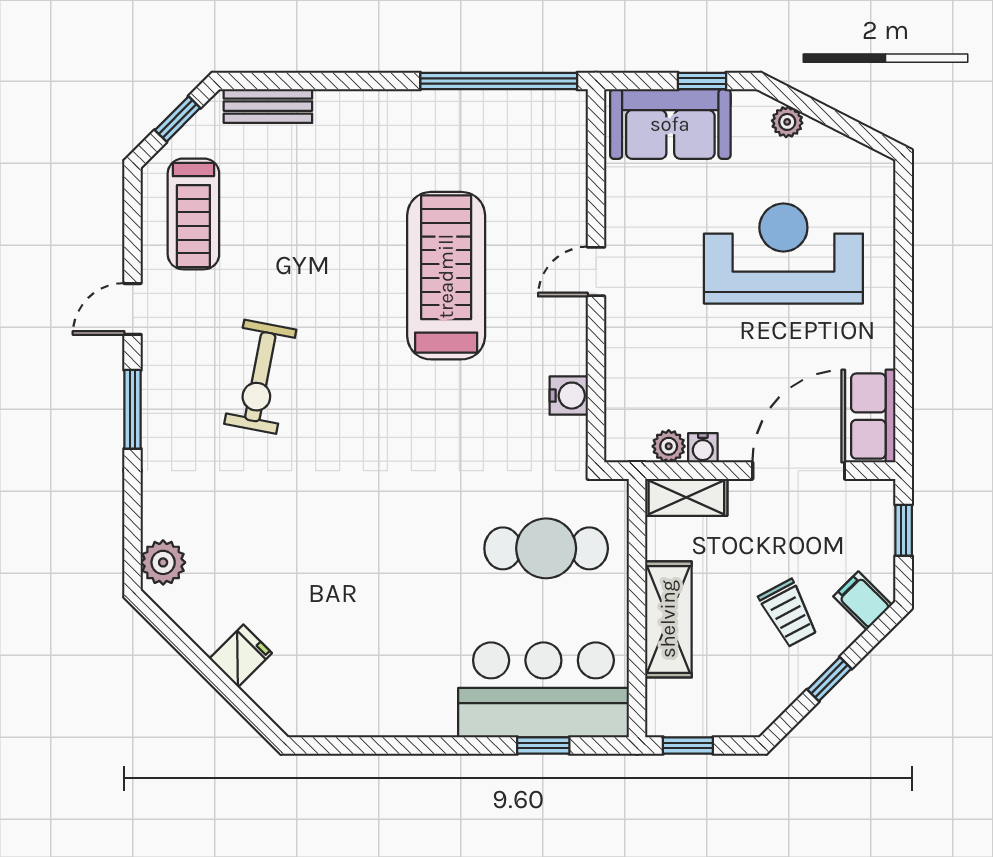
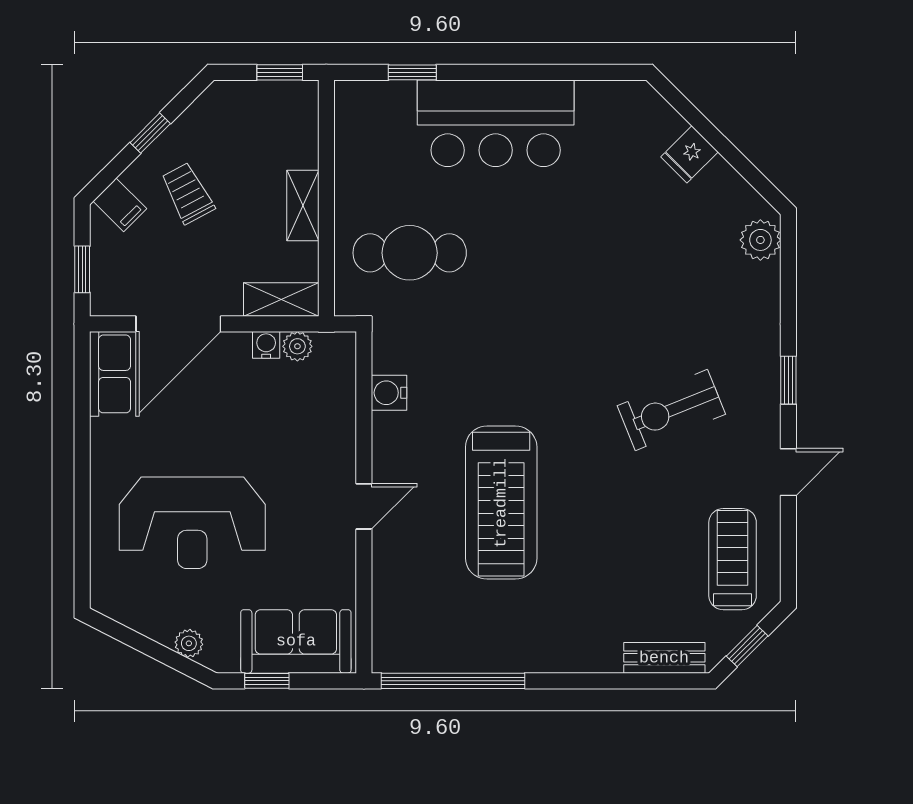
exercise bike: (260, 377) -> (671, 410), turned -123
window: (133, 409) -> (788, 380), width x0.67
shelving: (668, 619) -> (303, 205), width x0.67, depth x0.75
bar counter: (543, 690) -> (496, 123), moved

